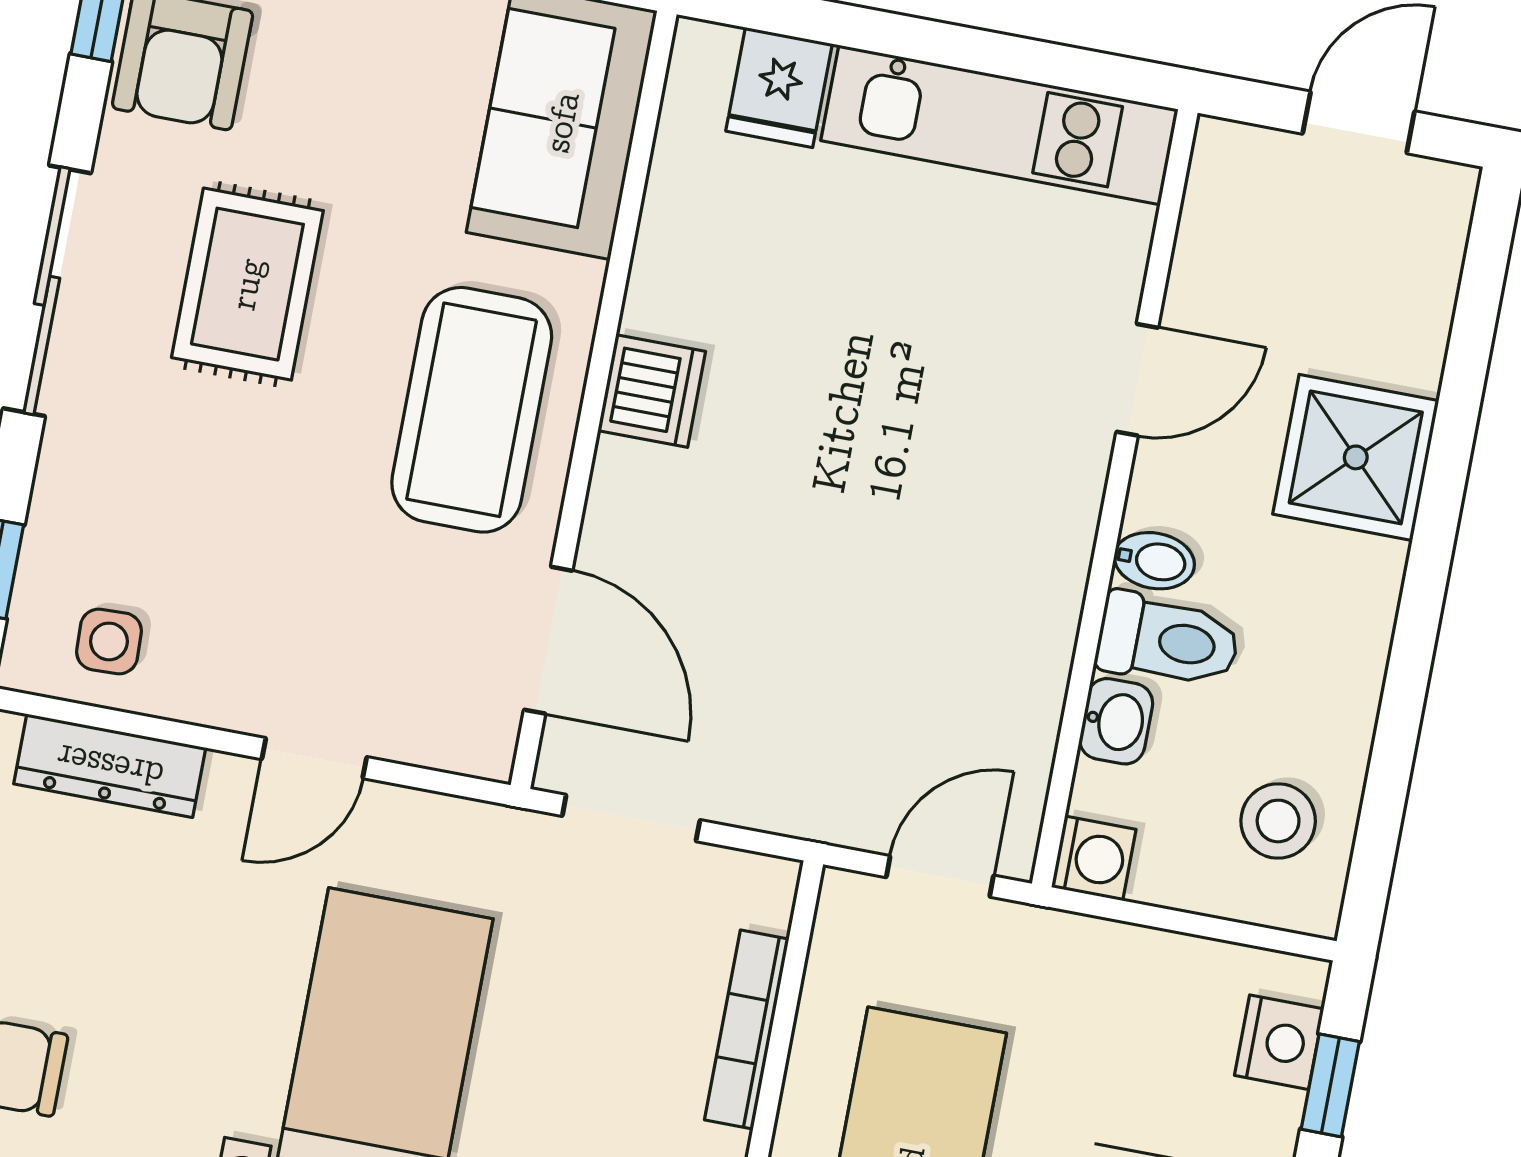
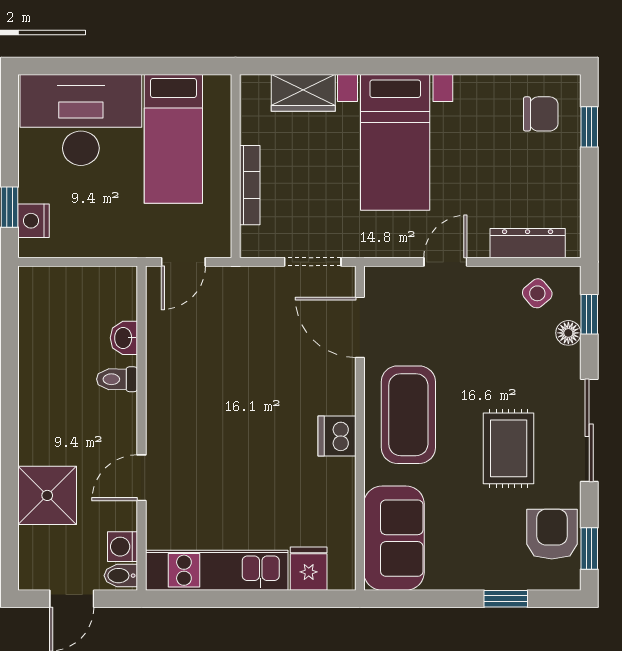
shower: (1356, 457) -> (47, 495), moved
floor lamp: (53, 533) -> (568, 333), added
bidet: (1154, 561) -> (121, 576), moved
side table: (109, 641) -> (537, 293), turned -38
toilet: (1168, 641) -> (117, 379), width x0.73, depth x0.72
stool: (1278, 821) -> (51, 310), removed
washing machine: (1094, 858) -> (123, 547), moved

